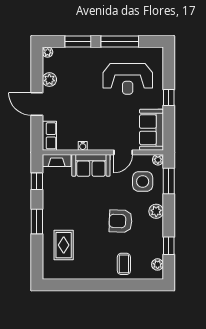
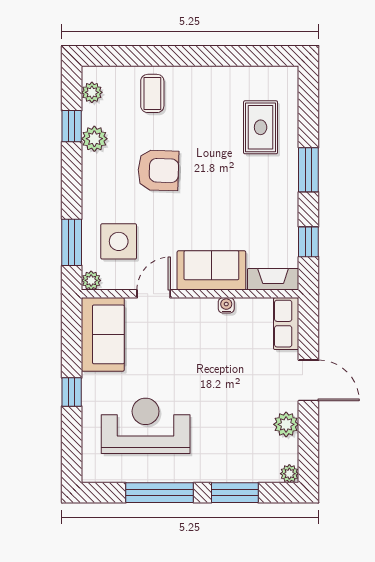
plant: (156, 211) -> (94, 139), moved

